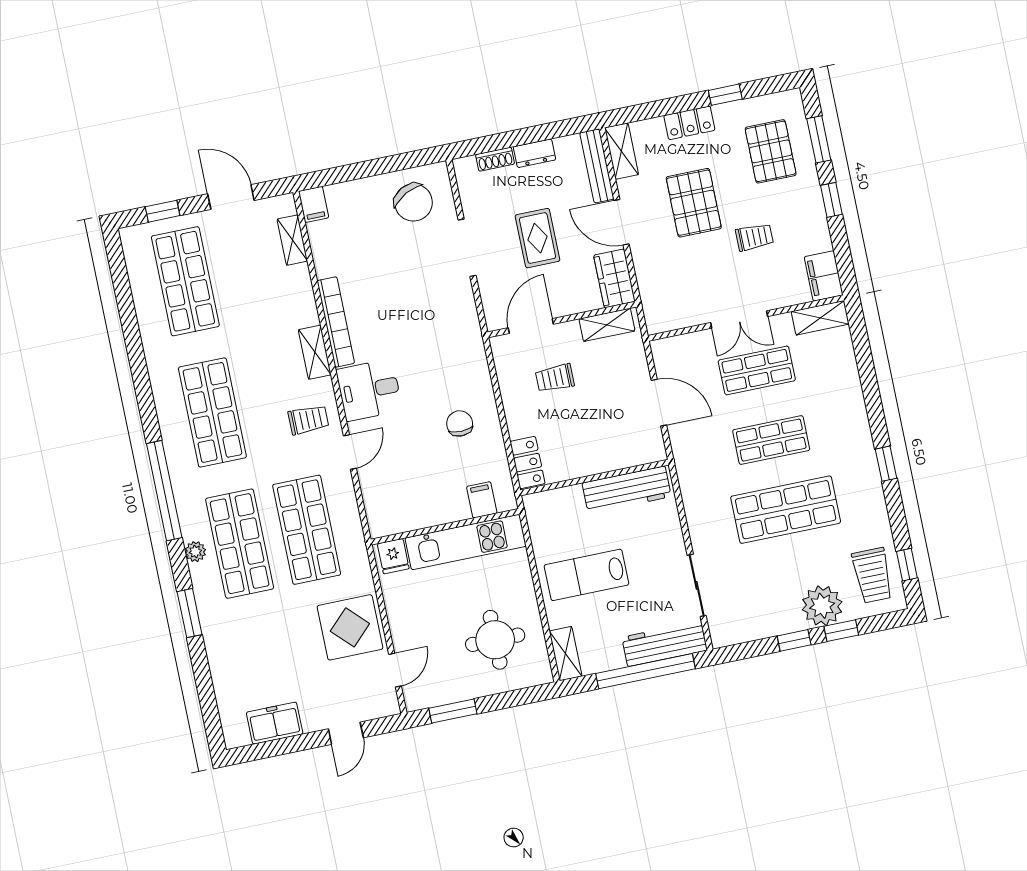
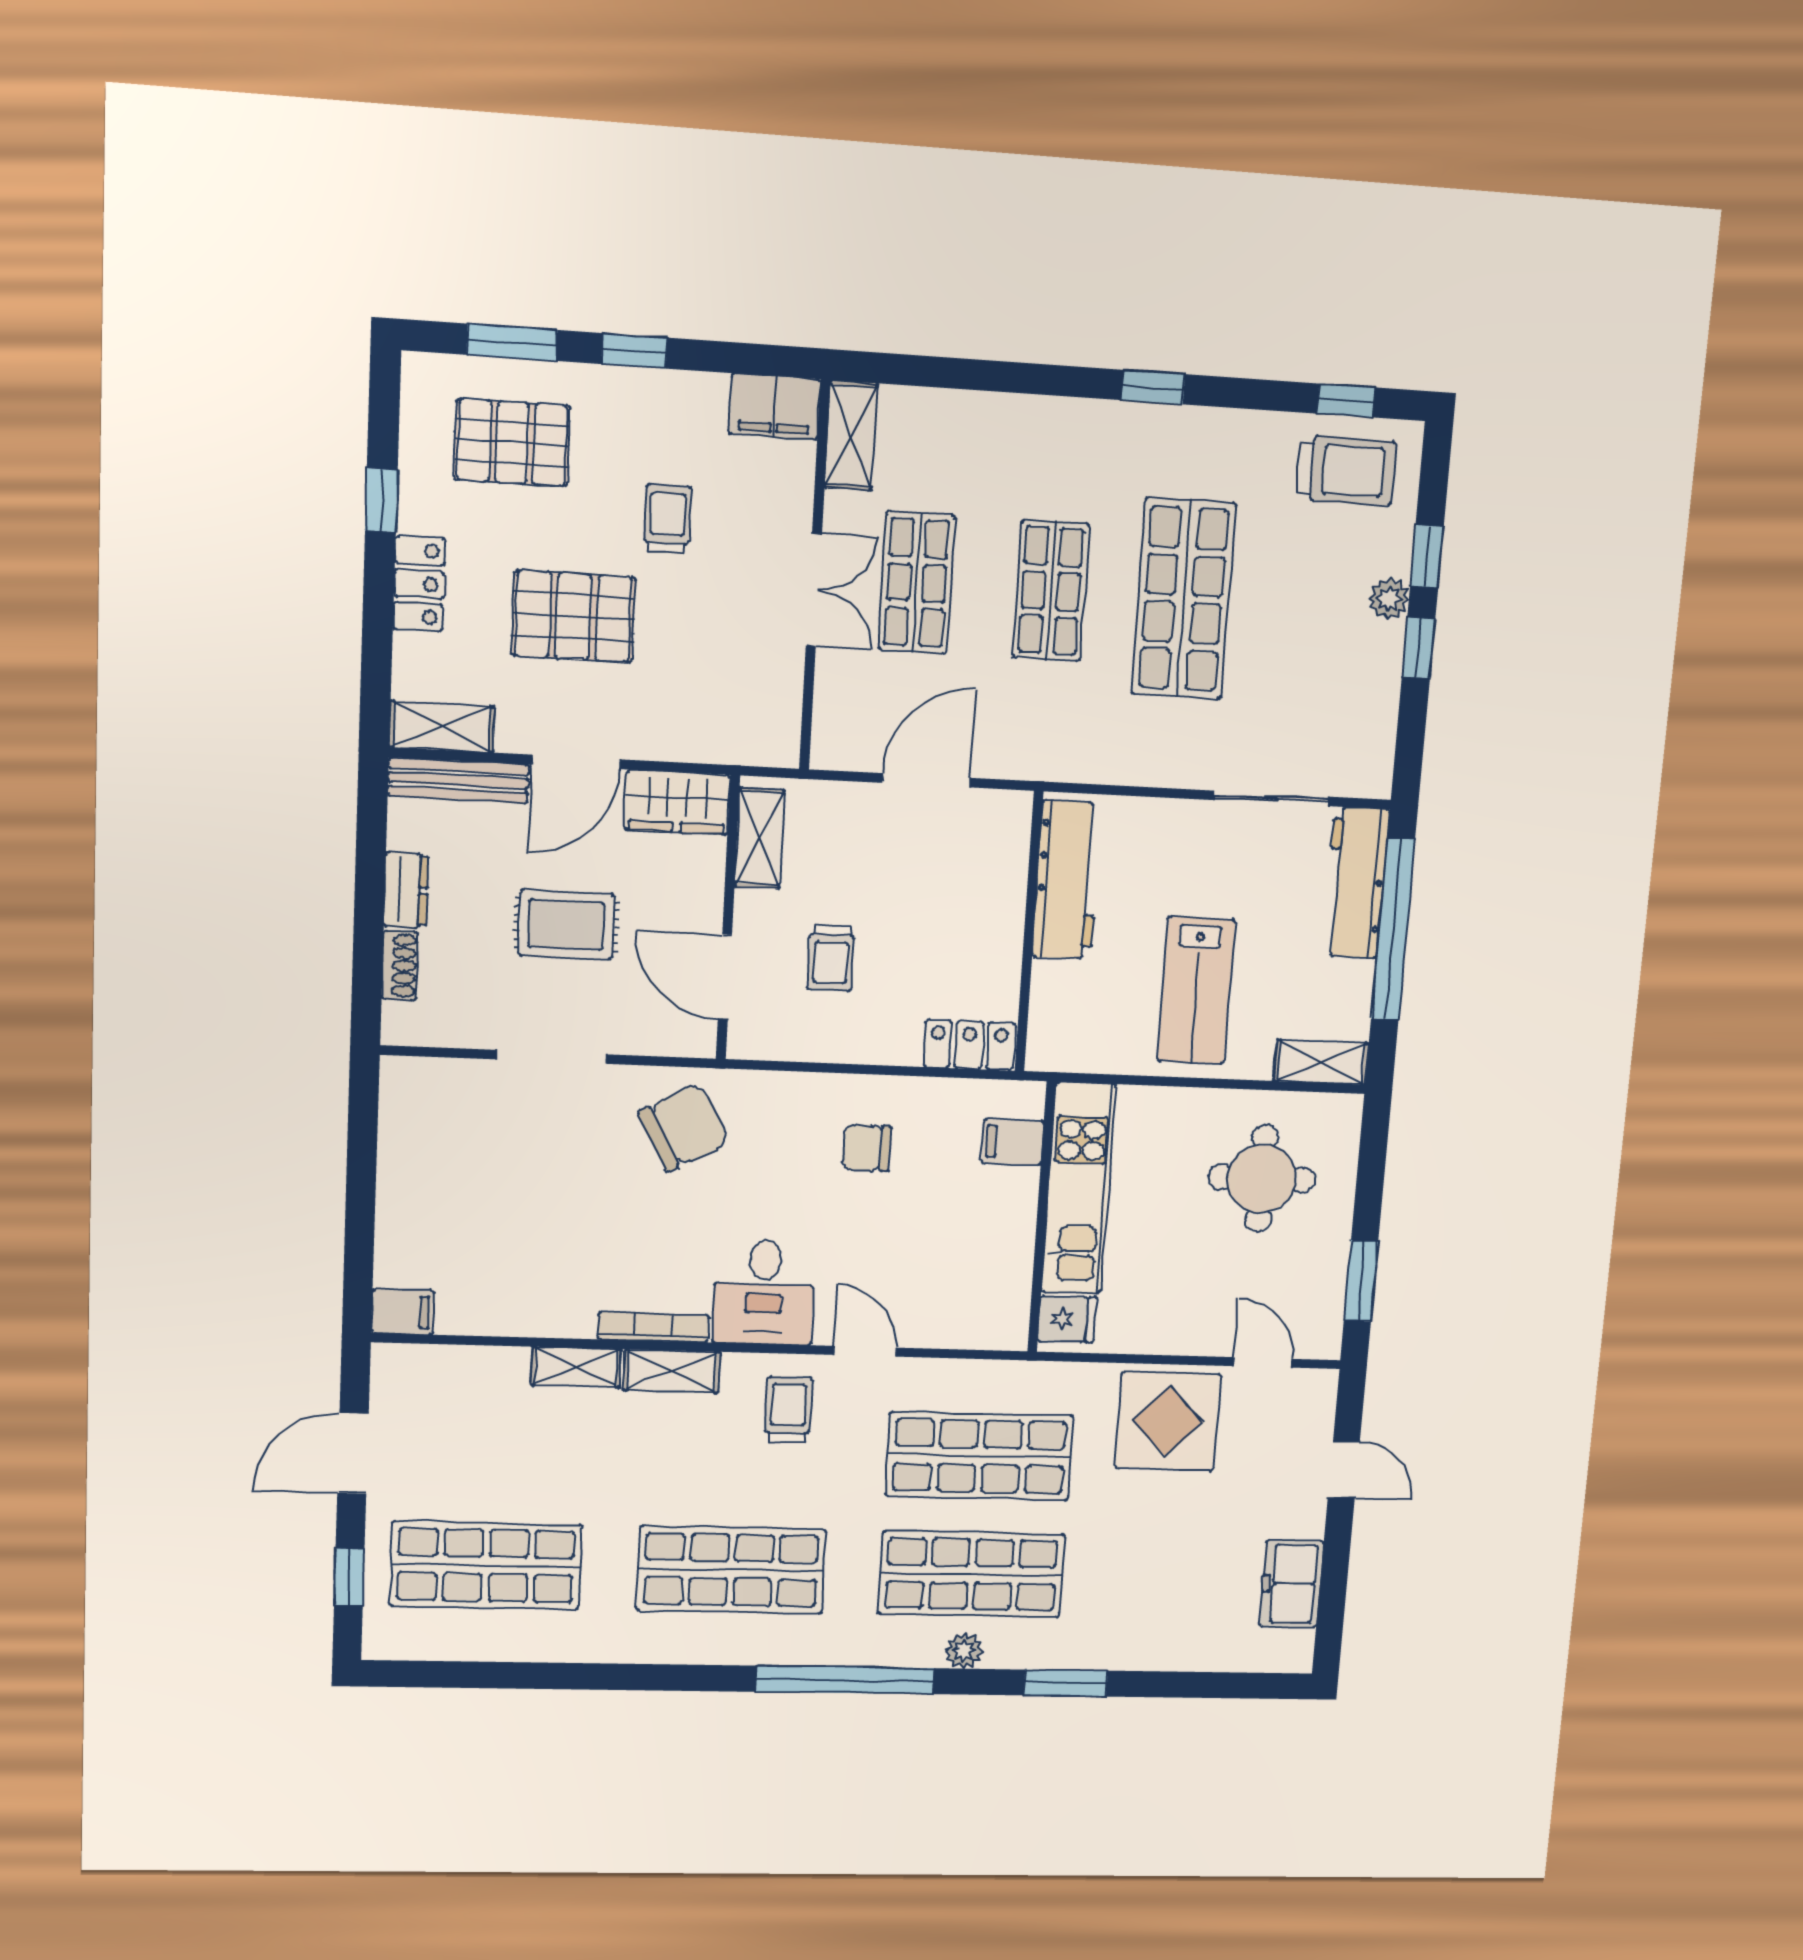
chair: (413, 202) -> (684, 1127), moved
shelving: (292, 240) -> (576, 1367), moved
bookcase: (336, 322) -> (653, 1327), width x0.68, depth x0.76
plant: (822, 606) -> (1389, 599), width x0.53, depth x0.53

